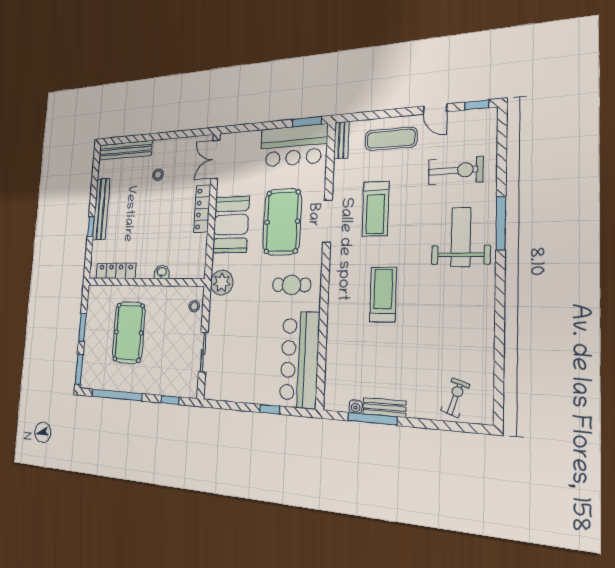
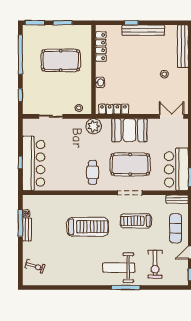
locker: (202, 209) -> (113, 109), moved
weight bench: (461, 237) -> (119, 268), turned 180
treadmill: (383, 295) -> (88, 227), width x1.37, depth x1.38
bar counter: (300, 359) -> (34, 163), moved, turned 90

